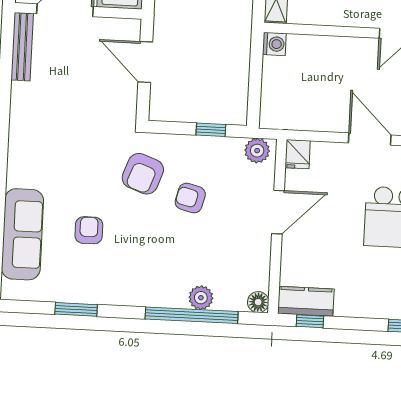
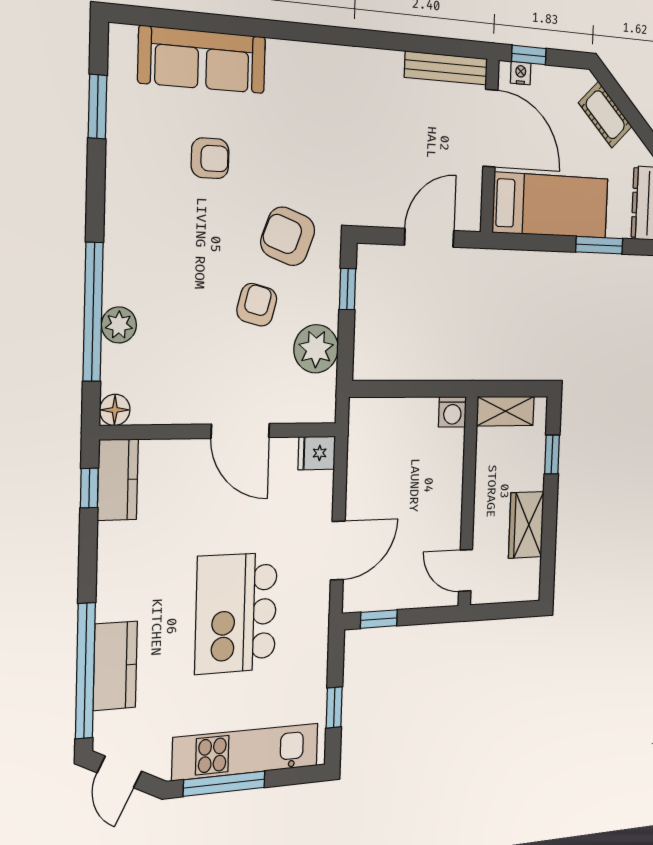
window: (211, 130) -> (348, 289), moved
plant: (257, 151) -> (316, 349), moved, width x1.36, depth x1.36
window: (76, 309) -> (98, 107), moved

